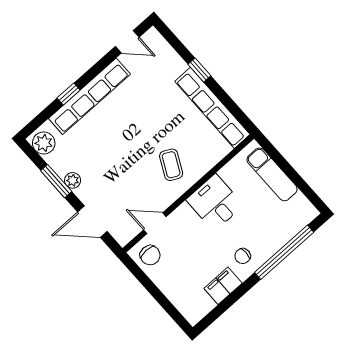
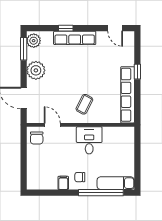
row of seats: (89, 96) -> (75, 38), width x0.73
exam couch: (272, 174) -> (116, 183), moved, turned 90
plant: (73, 180) -> (36, 70), width x1.88, depth x1.88
window: (56, 181) -> (24, 49), moved
filing cabinet: (223, 286) -> (63, 183), width x0.50

